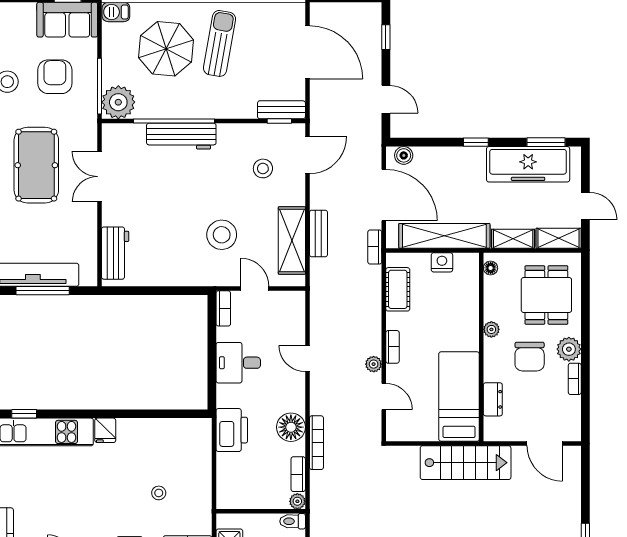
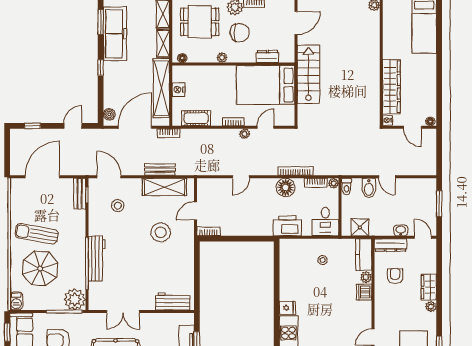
desk: (238, 363) -> (325, 222), moved
bed: (459, 396) -> (266, 85), width x1.50
stool: (159, 493) -> (323, 260), moved

